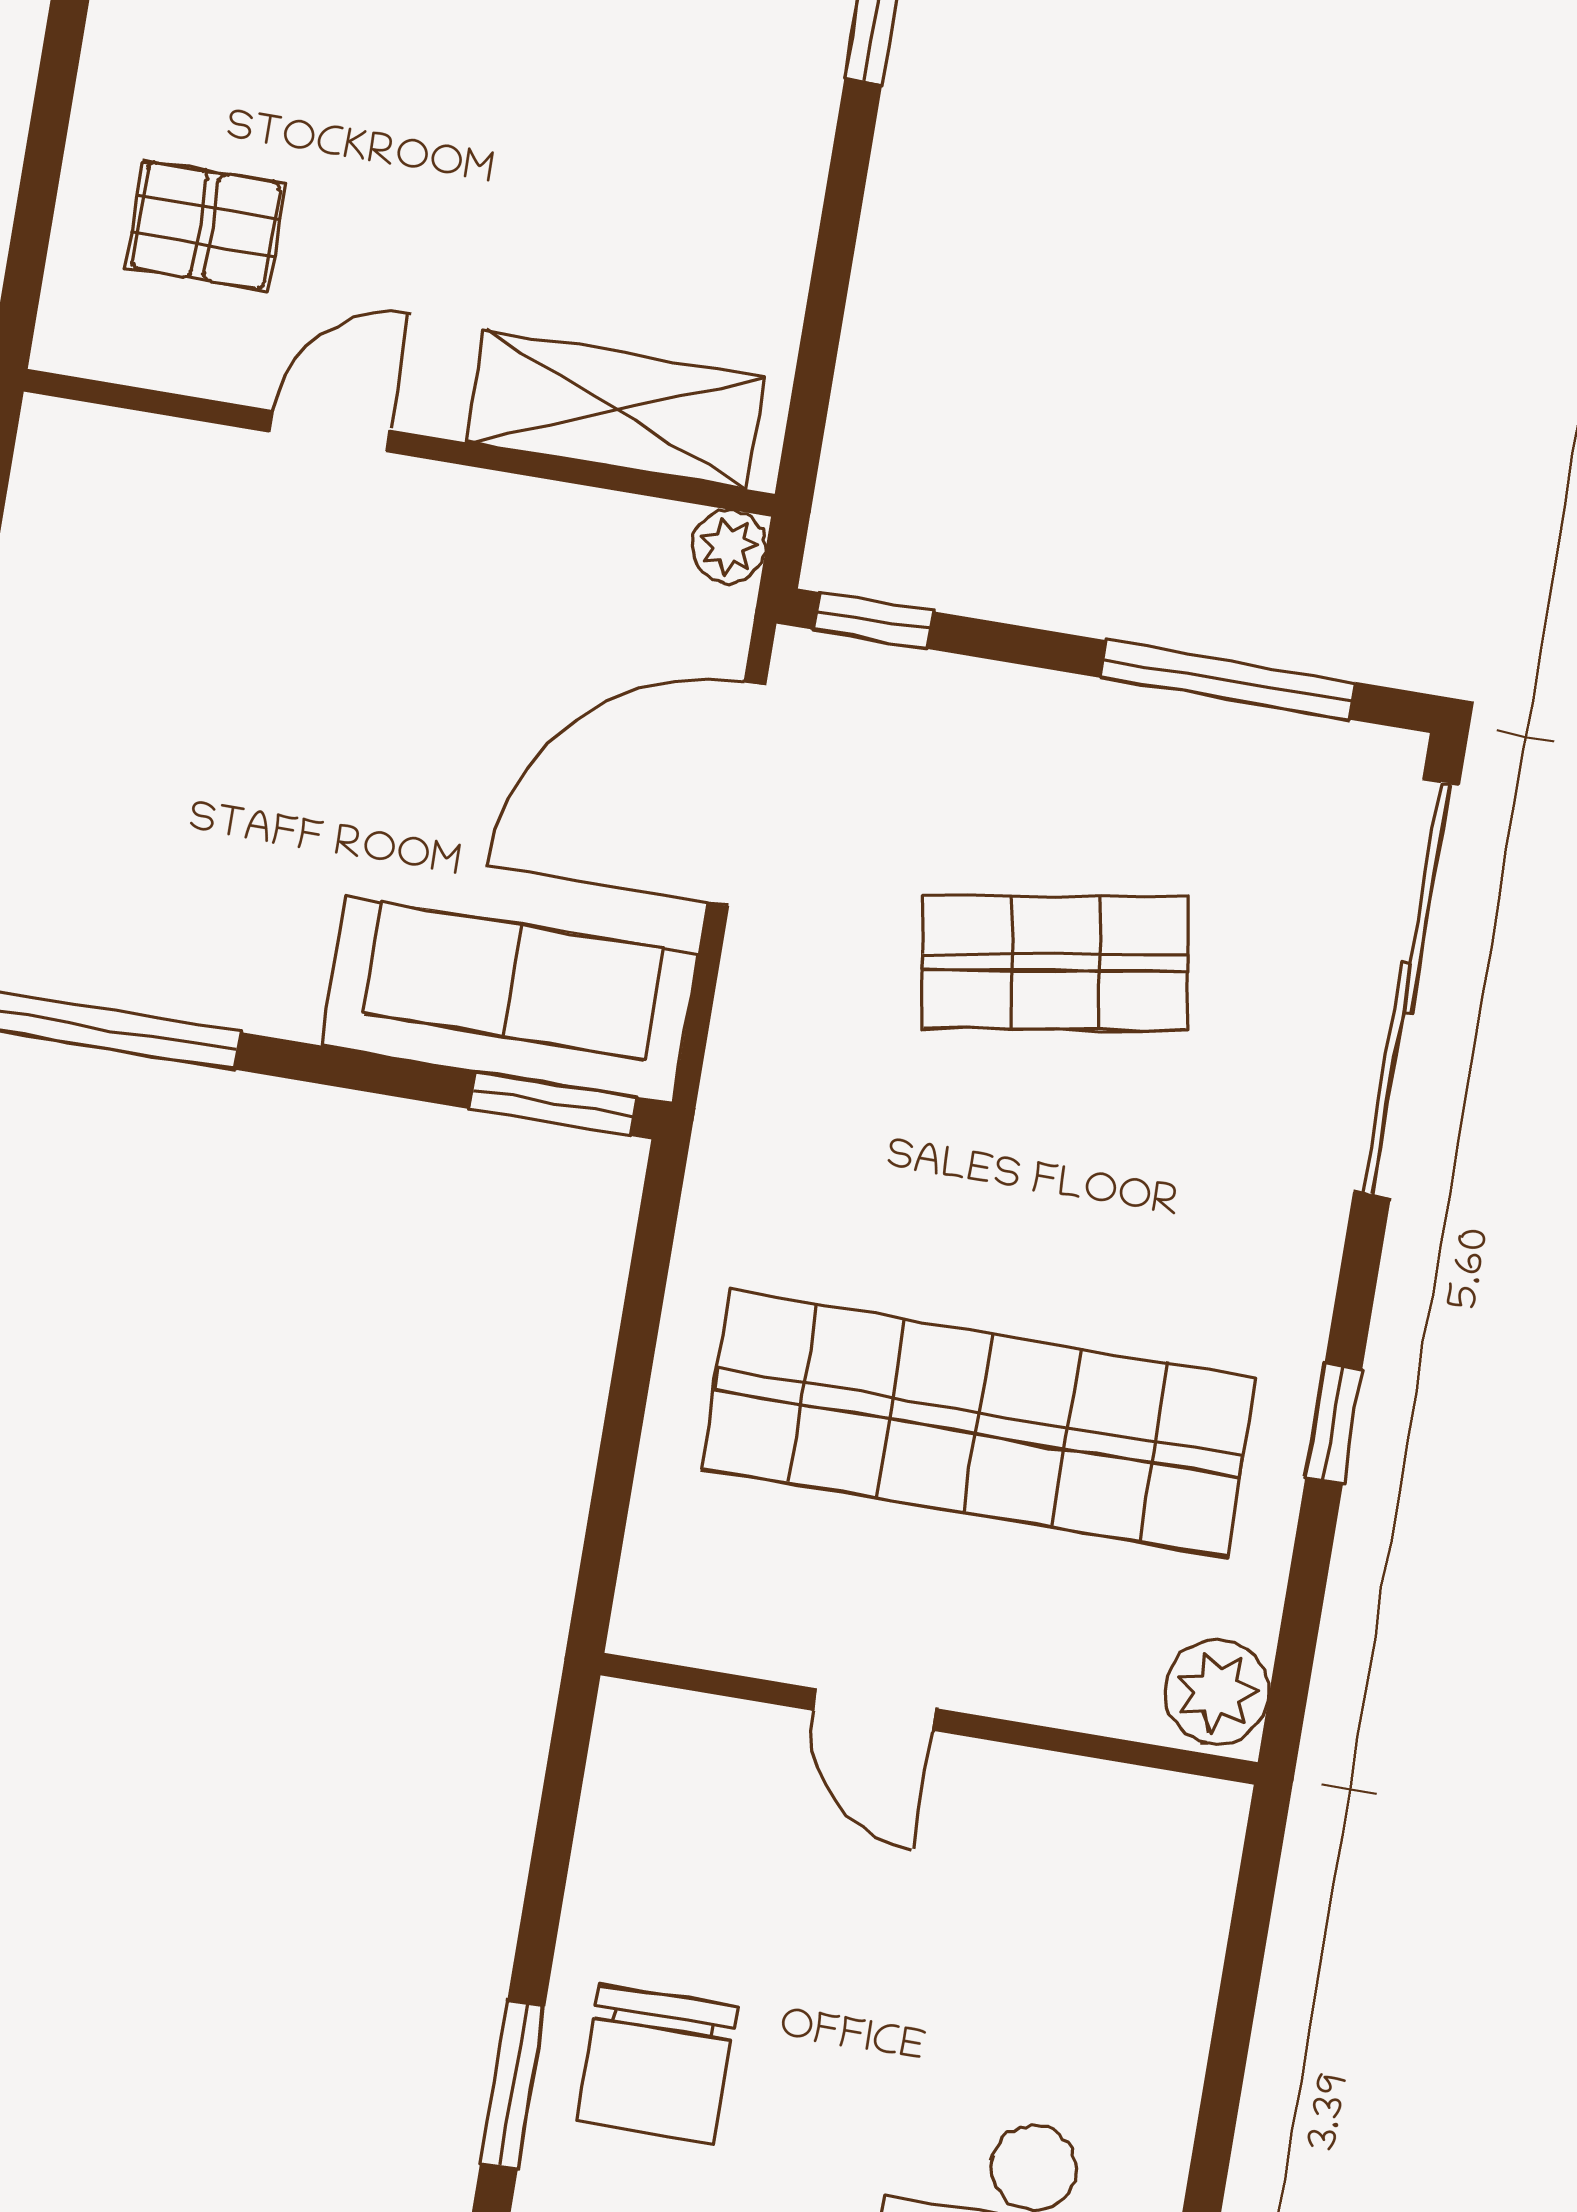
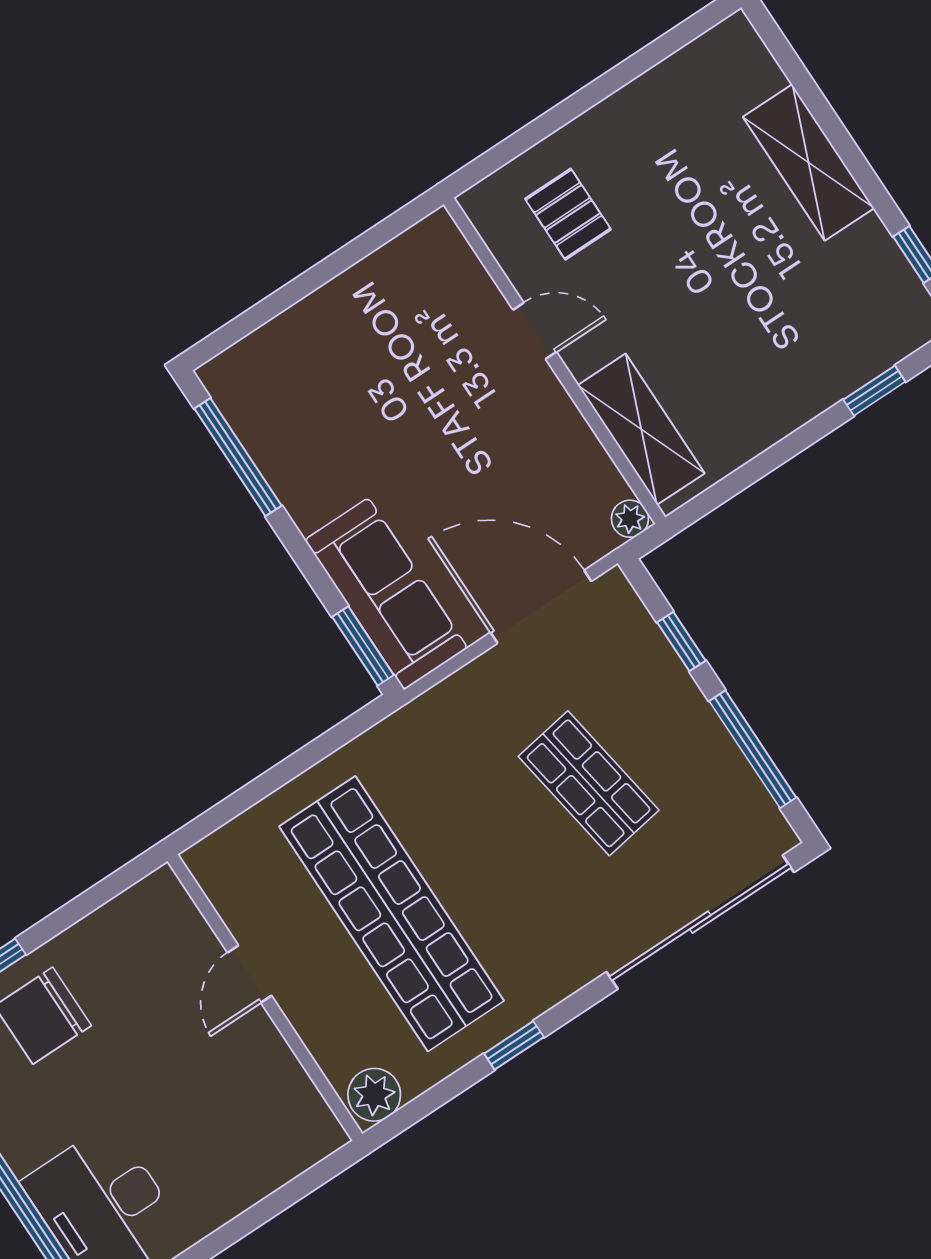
window: (873, 621) -> (681, 641), moved

